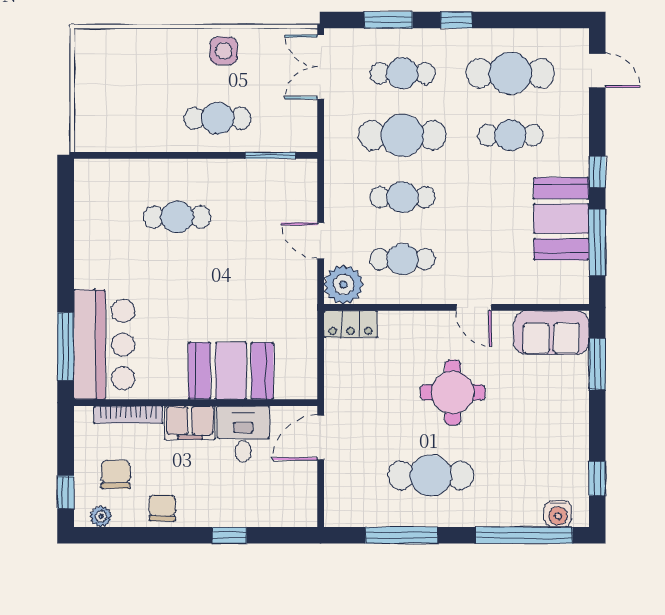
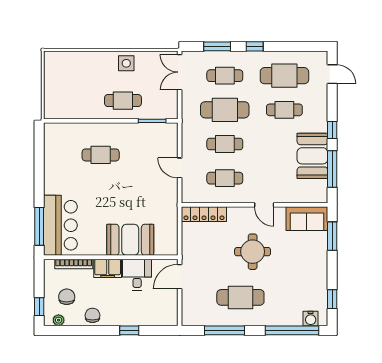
plant: (344, 285) -> (192, 192), removed
locker: (351, 324) -> (204, 214), width x1.53

